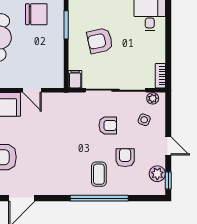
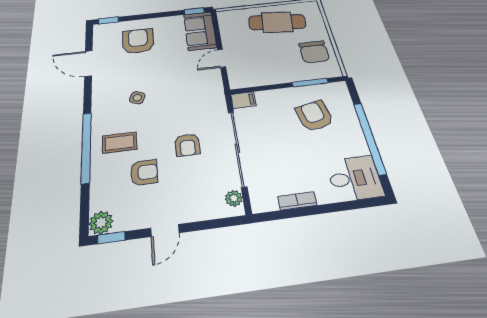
armchair: (100, 41) -> (314, 116), moved
bookcase: (160, 76) -> (297, 201), moved
side table: (144, 120) -> (137, 98), moved
plant: (157, 174) -> (101, 223), moved

